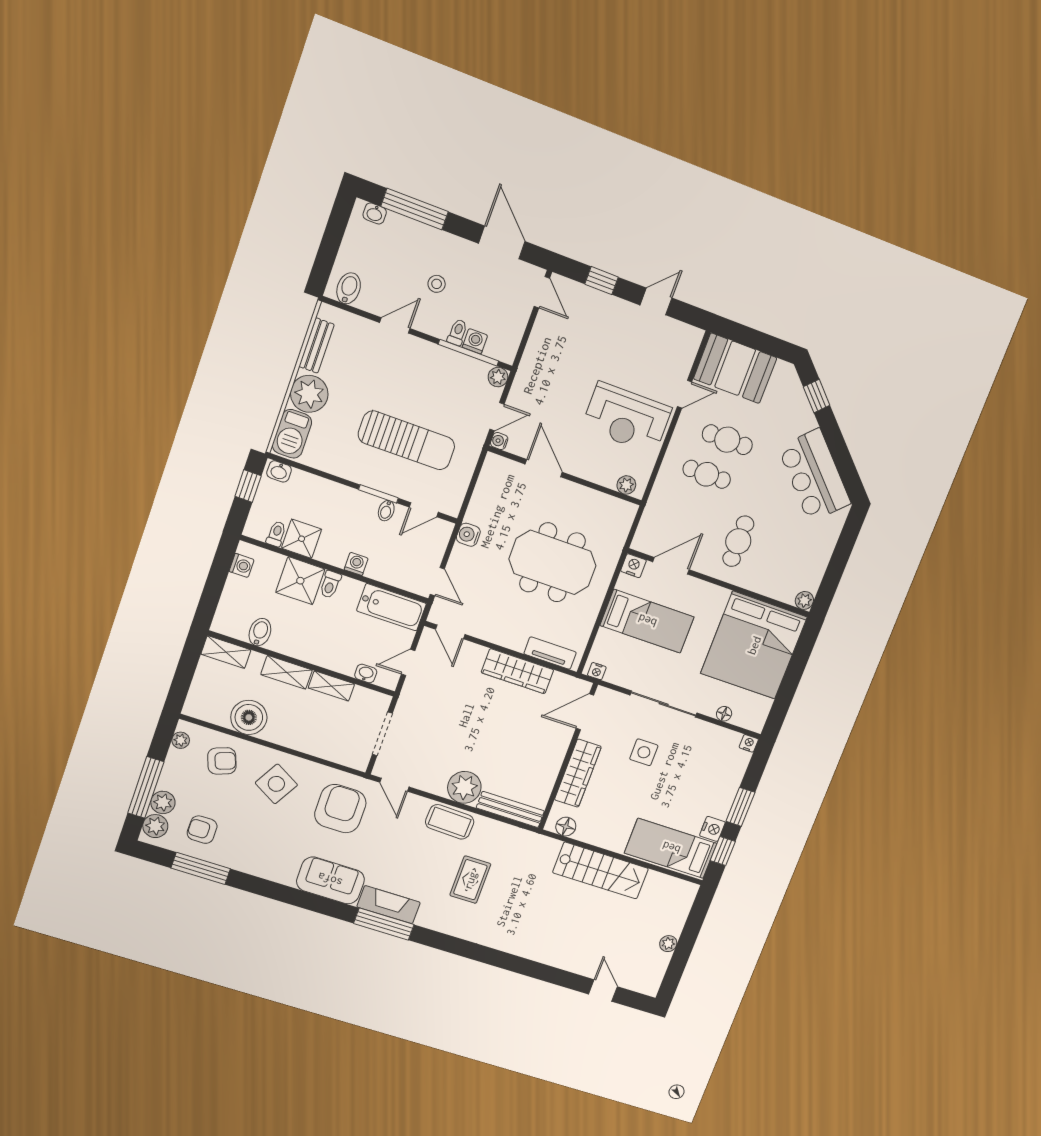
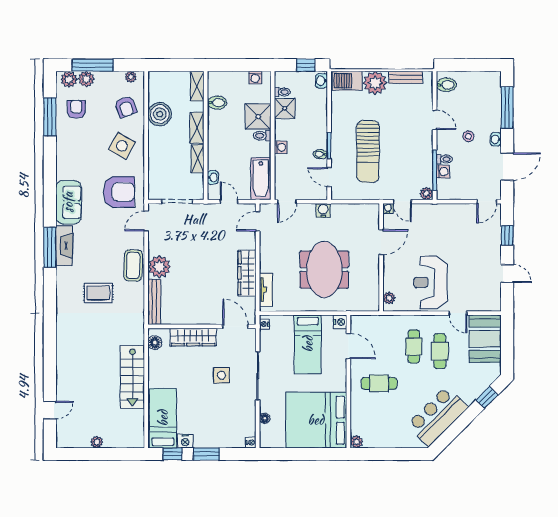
washbasin: (375, 213) -> (496, 139), moved

